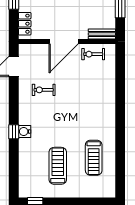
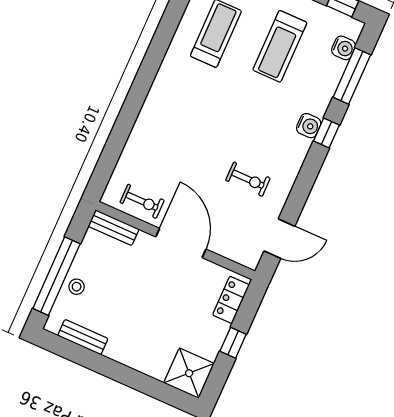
door: (64, 42) -> (181, 243), hinge flipped
window: (14, 167) -> (352, 76), added
water cooler: (24, 180) -> (344, 48), added

